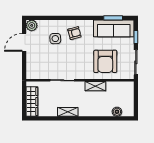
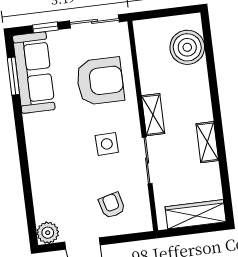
armchair: (74, 33) -> (112, 205), moved
side table: (55, 39) -> (107, 144), moved
shelving: (95, 86) -> (153, 115), moved
boiler: (117, 112) -> (187, 47), width x1.86, depth x1.86

